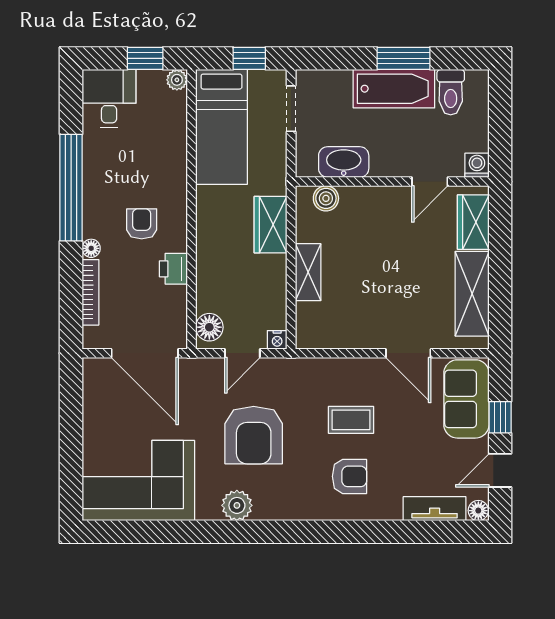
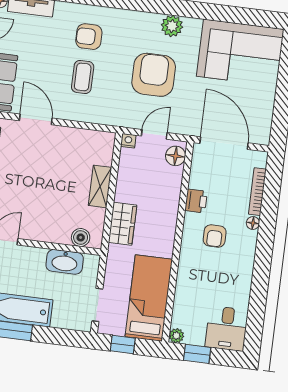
window: (71, 188) -> (262, 268), removed
coffee table: (351, 420) -> (83, 77), turned 90

